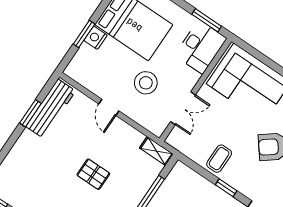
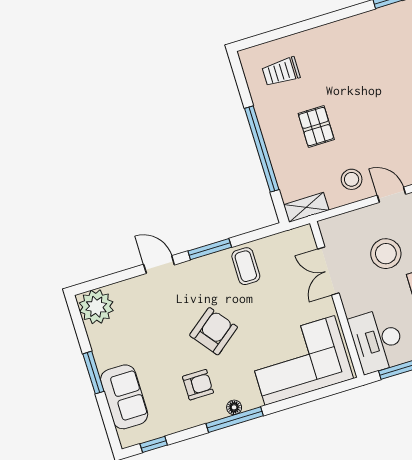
stool: (119, 138) -> (352, 179), added
pallet: (93, 174) -> (316, 126), moved, turned 90
window: (226, 188) -> (210, 249), width x1.50

